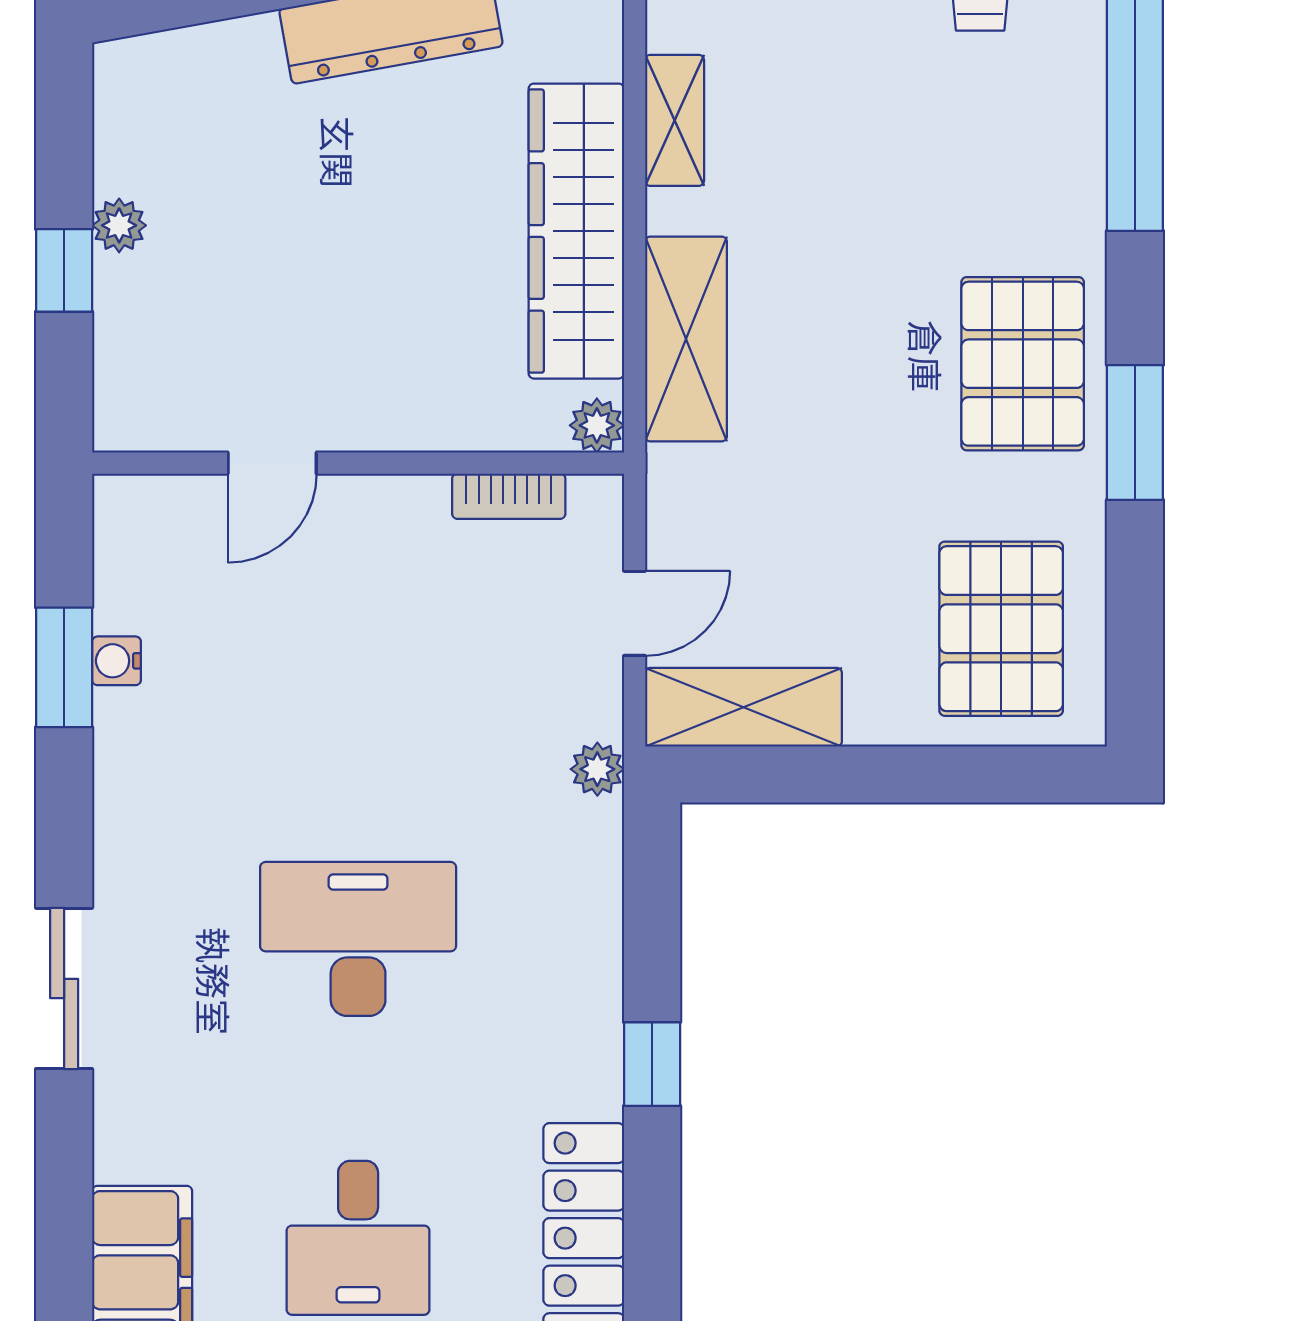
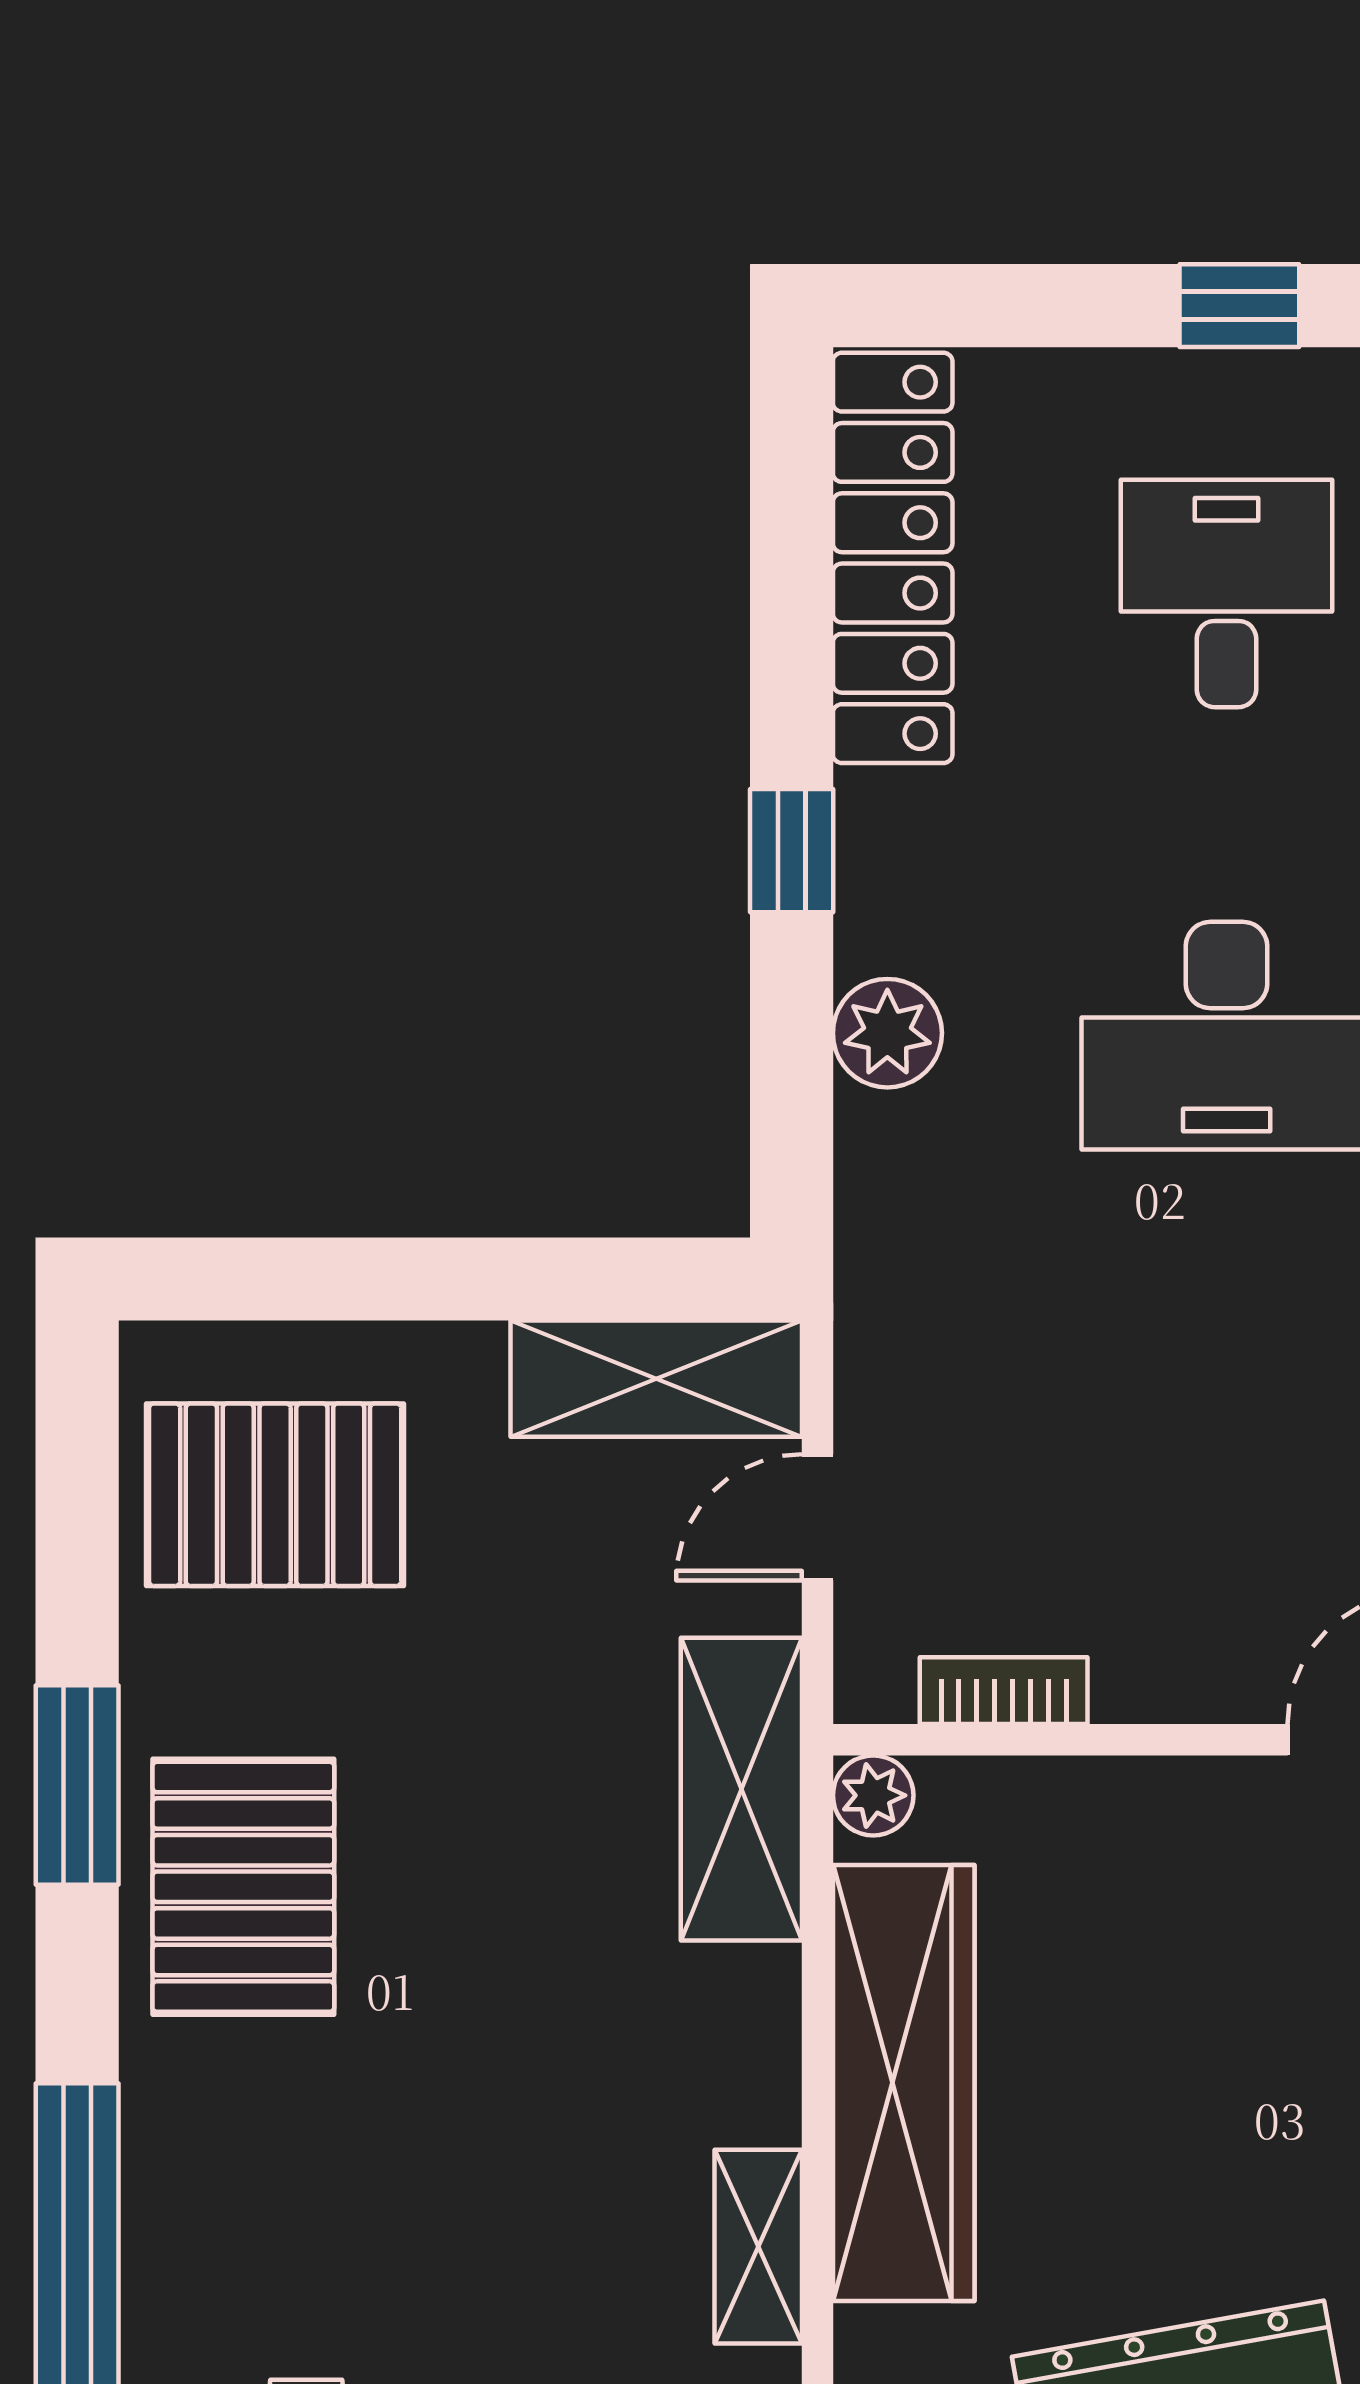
shelving: (686, 339) -> (741, 1789), moved
pallet: (1001, 629) -> (275, 1495), turned 90
plant: (597, 769) -> (887, 1033), moved, width x1.38, depth x1.38

